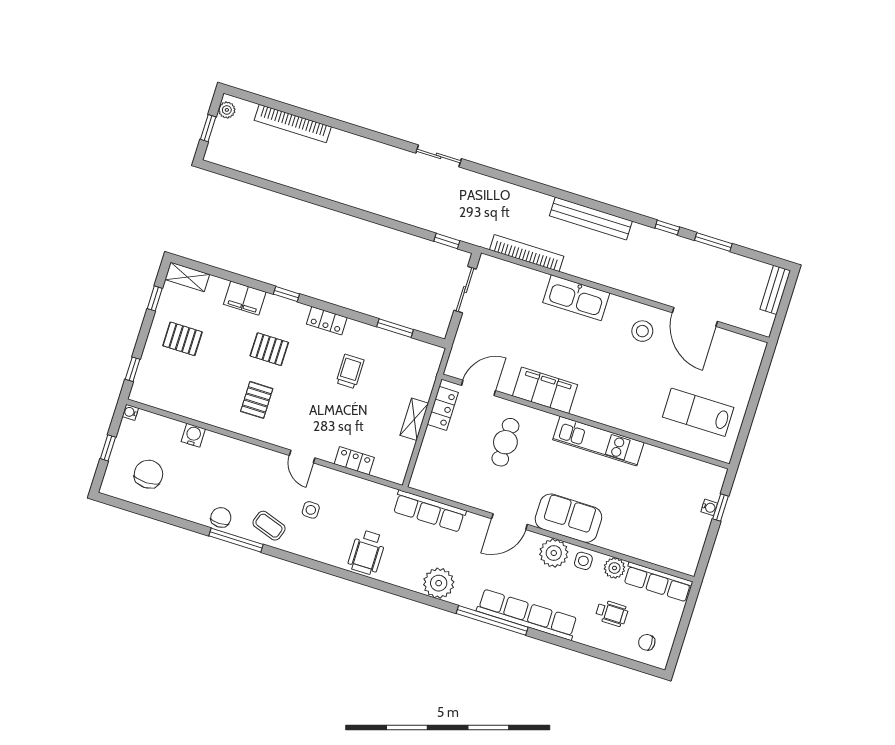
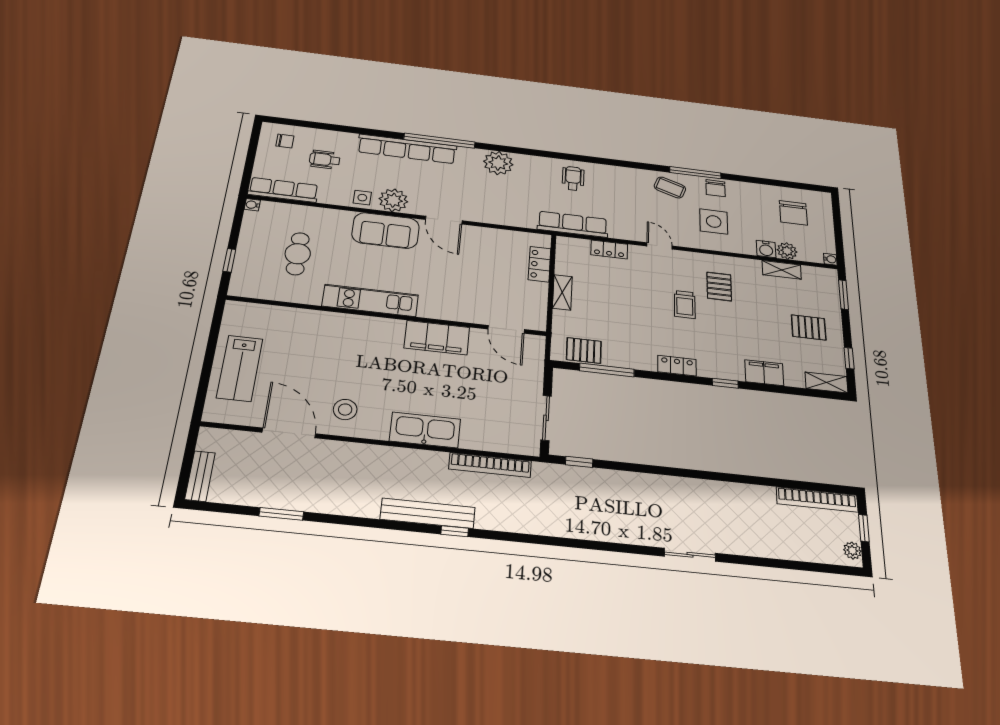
bookcase: (293, 123) -> (817, 499), moved, turned 180
sliding door: (439, 156) -> (690, 555), moved
window: (667, 228) -> (455, 531), moved
window: (395, 328) -> (607, 370), width x1.44
pallet: (269, 349) -> (584, 350), moved
window: (133, 369) -> (843, 295), width x1.50
trolley: (350, 371) -> (685, 305), moved
door: (478, 388) -> (506, 329), hinge flipped
shelving: (186, 408) -> (782, 270), added
locker: (443, 408) -> (539, 264), moved
lab bench: (698, 412) -> (240, 368), moved, turned 90
cafe table: (505, 442) -> (298, 254), moved
window: (108, 448) -> (838, 228), removed
water cooler: (709, 507) -> (252, 205), moved
side table: (311, 510) -> (714, 222), moved, width x1.87, depth x1.87
row of seats: (429, 511) -> (573, 224), moved
door: (509, 522) -> (444, 220), swing flipped
wheelchair: (367, 552) -> (573, 178), width x0.73, depth x0.73
plant: (614, 568) -> (787, 251), moved

